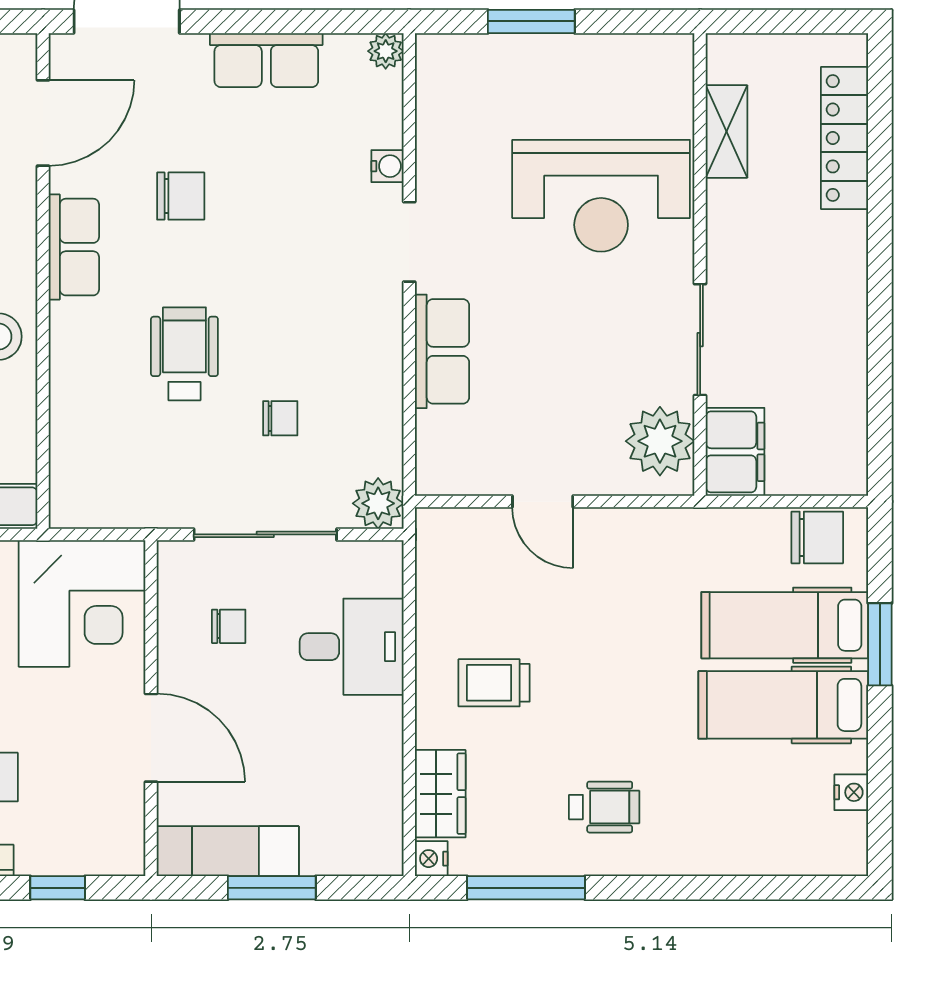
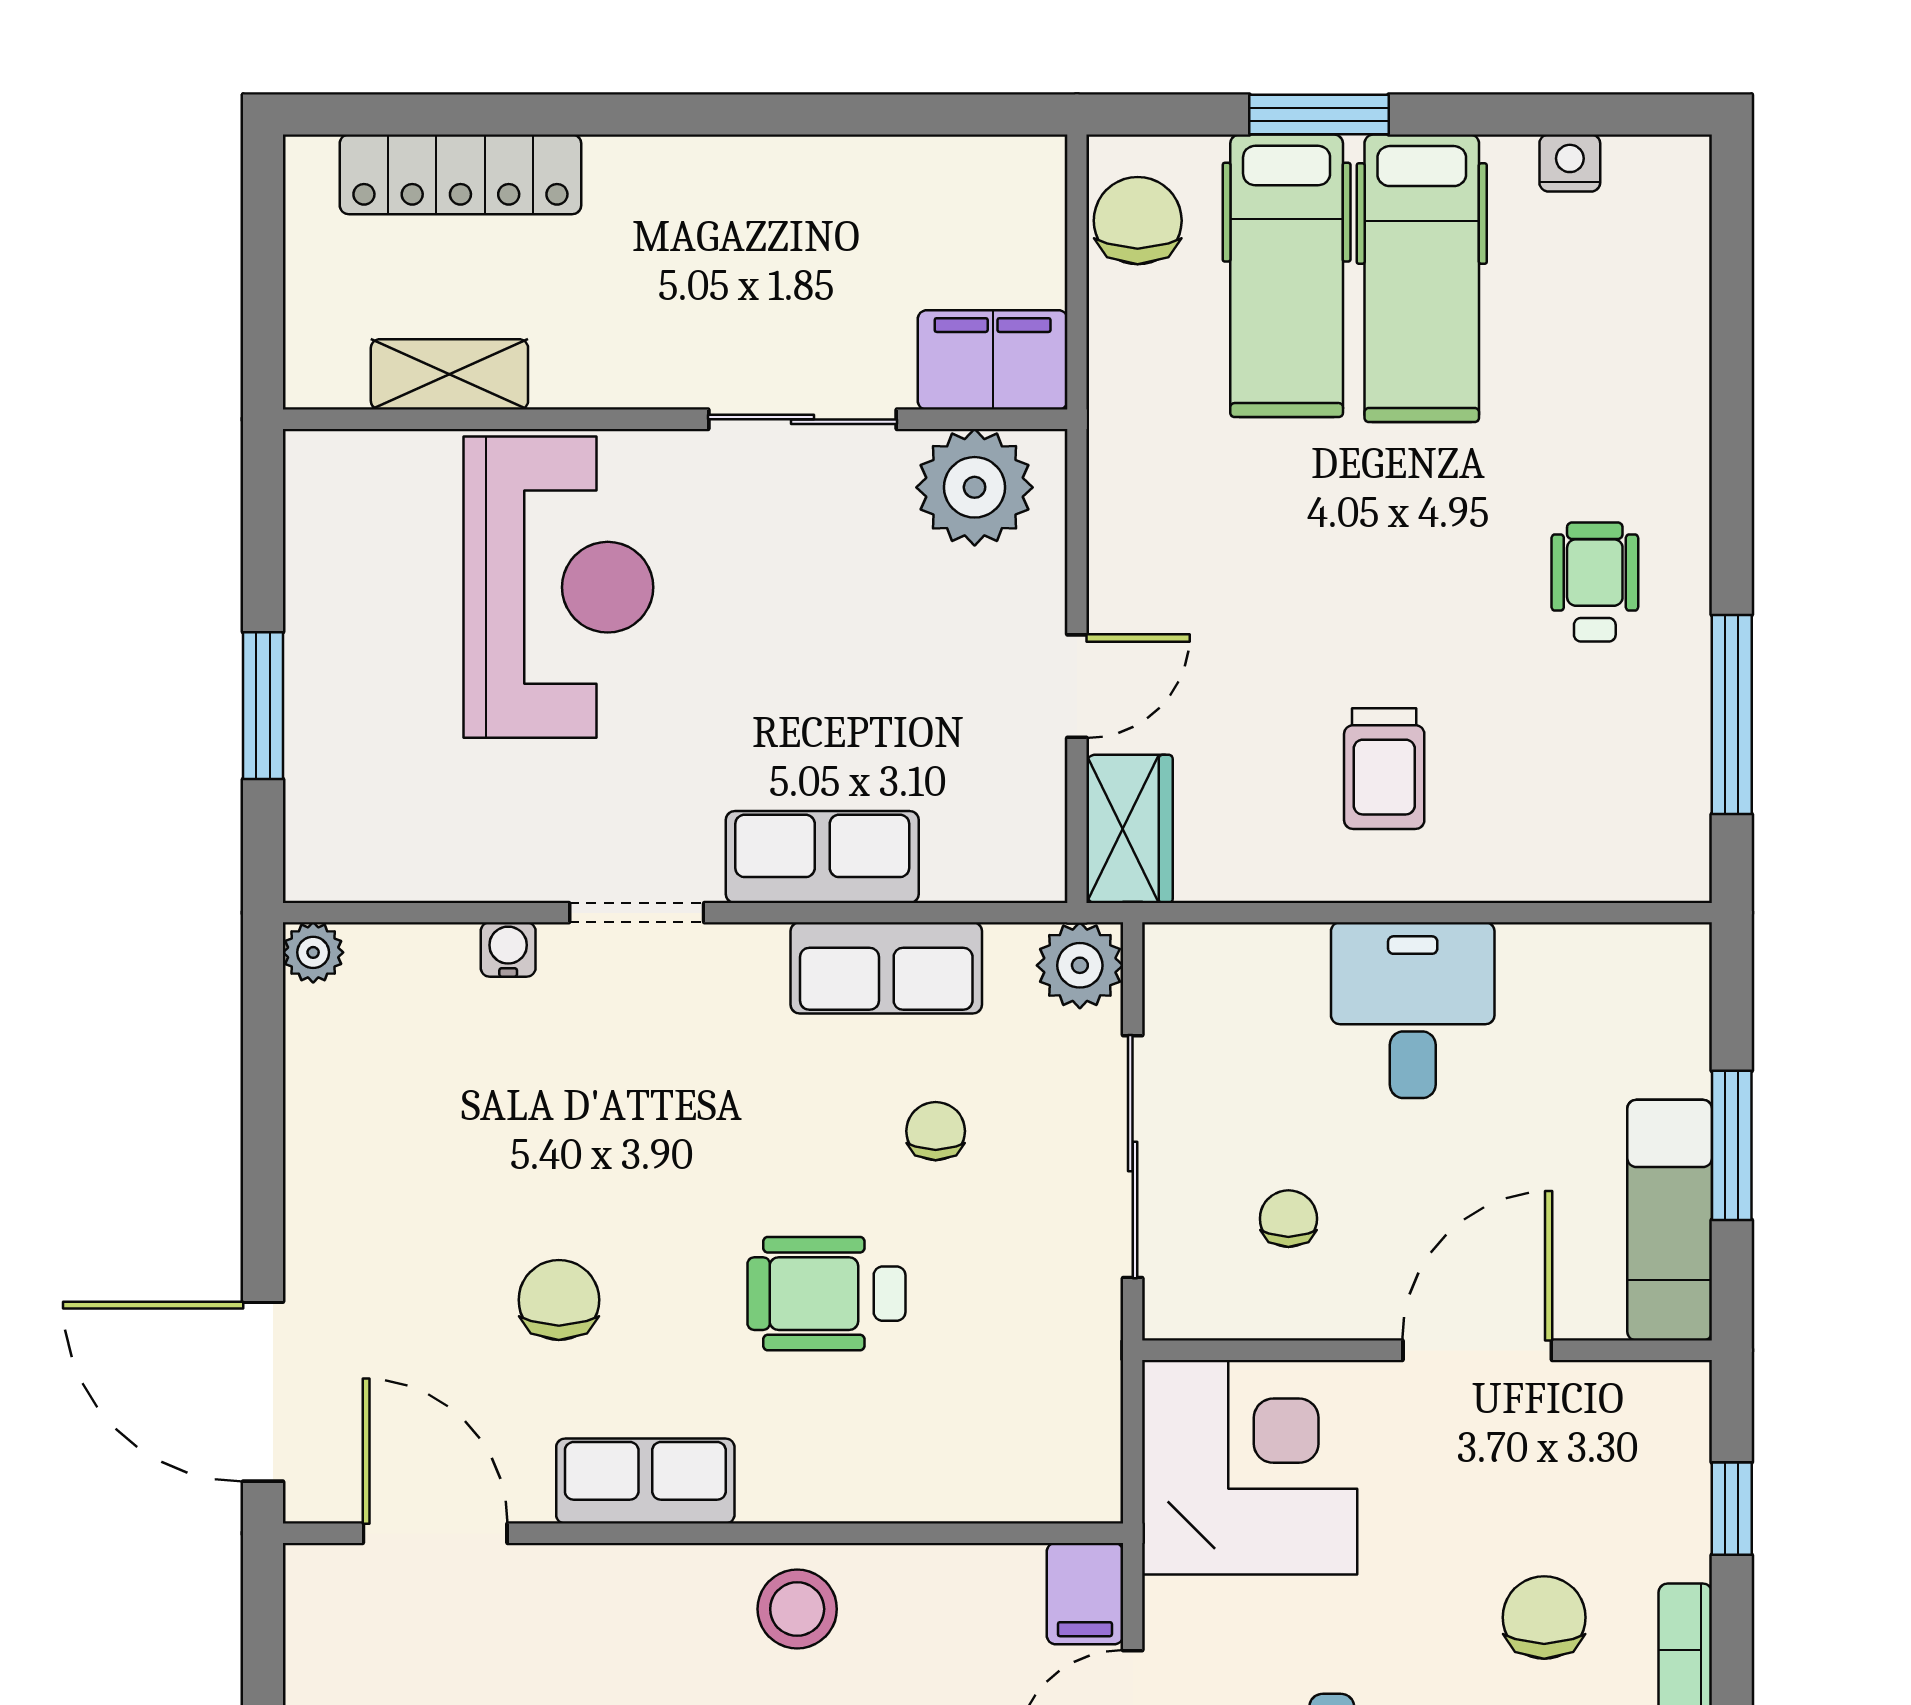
row of seats: (266, 60) -> (886, 968), moved, turned 90
desk: (352, 647) -> (1413, 1010), moved
wardrobe: (440, 794) -> (1129, 829), moved, turned 90
nightstand: (431, 859) -> (1682, 875), removed

